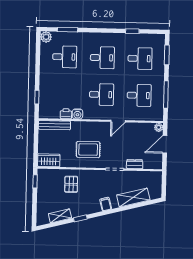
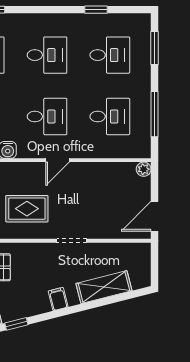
door: (118, 121) -> (58, 160), moved
door: (165, 144) -> (155, 216), moved
dresser: (135, 164) -> (105, 231), removed

